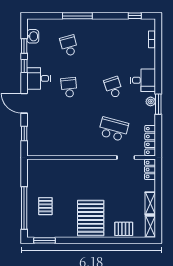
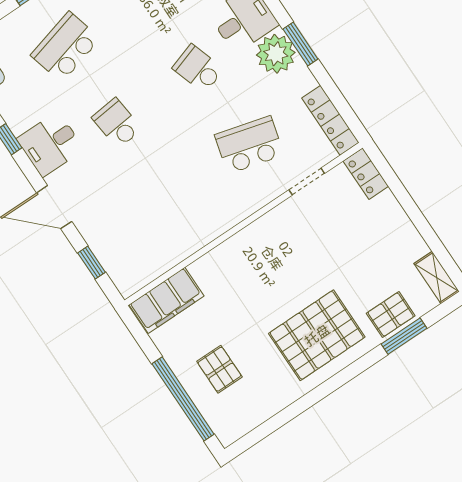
school desk: (69, 46) -> (66, 47), width x1.85
plant: (151, 101) -> (276, 54), width x1.88, depth x1.88
filing cabinet: (43, 167) -> (167, 300), added
shelving: (150, 203) -> (408, 235), removed
pallet: (91, 218) -> (317, 335), turned 90
window: (45, 240) -> (404, 336), moved

